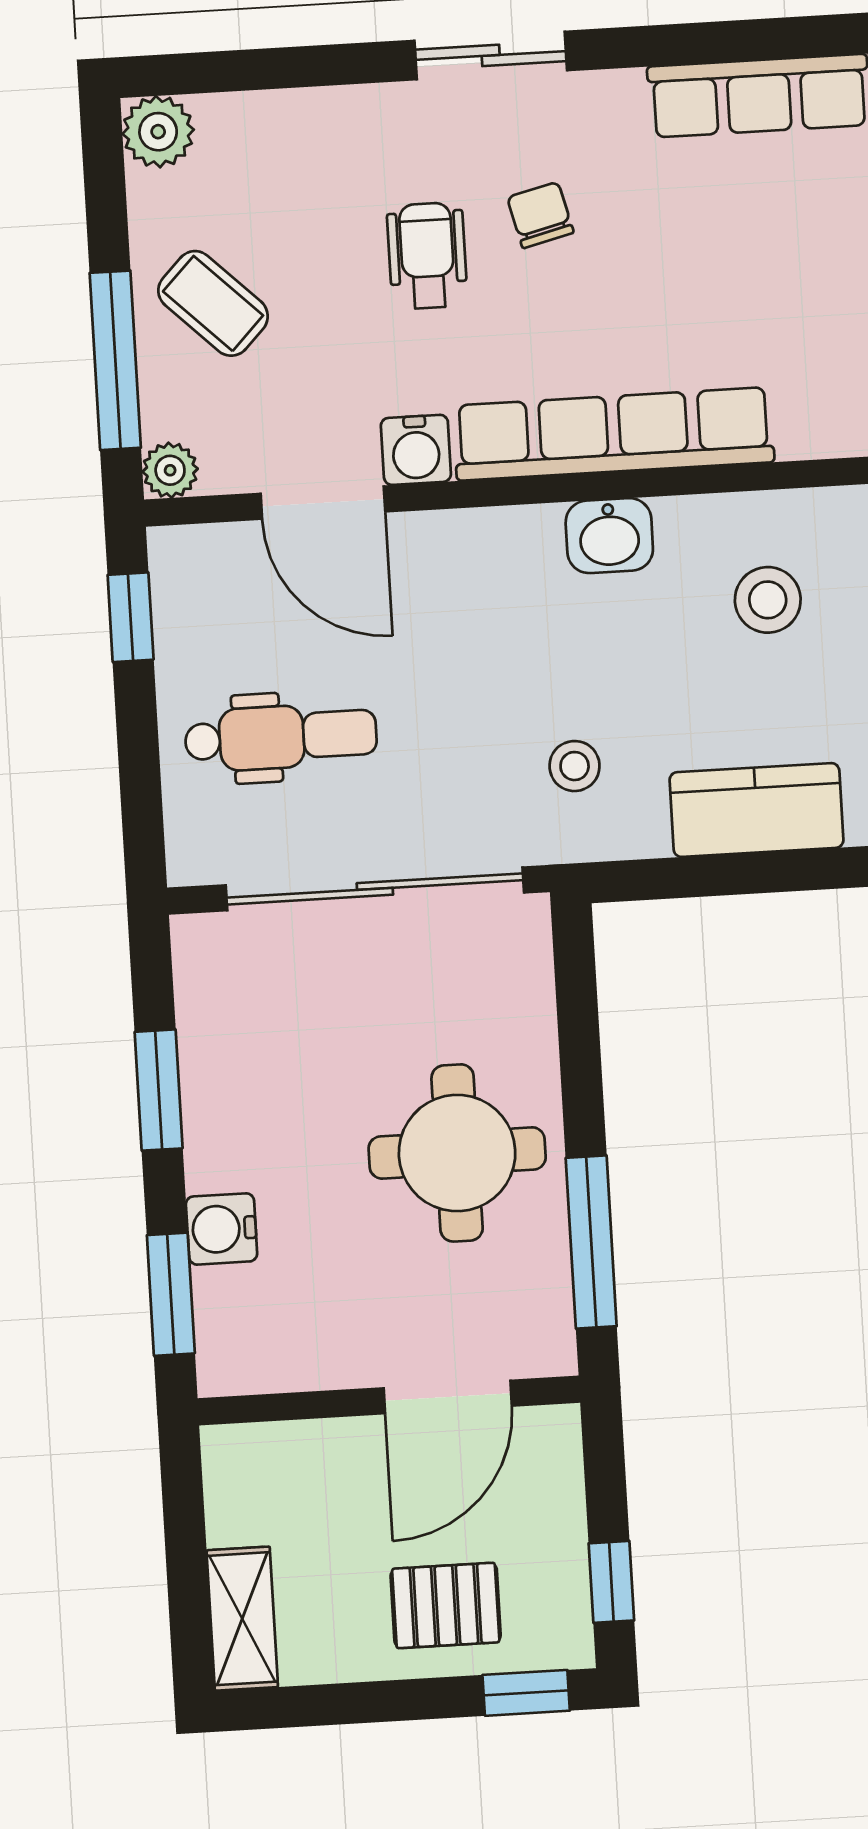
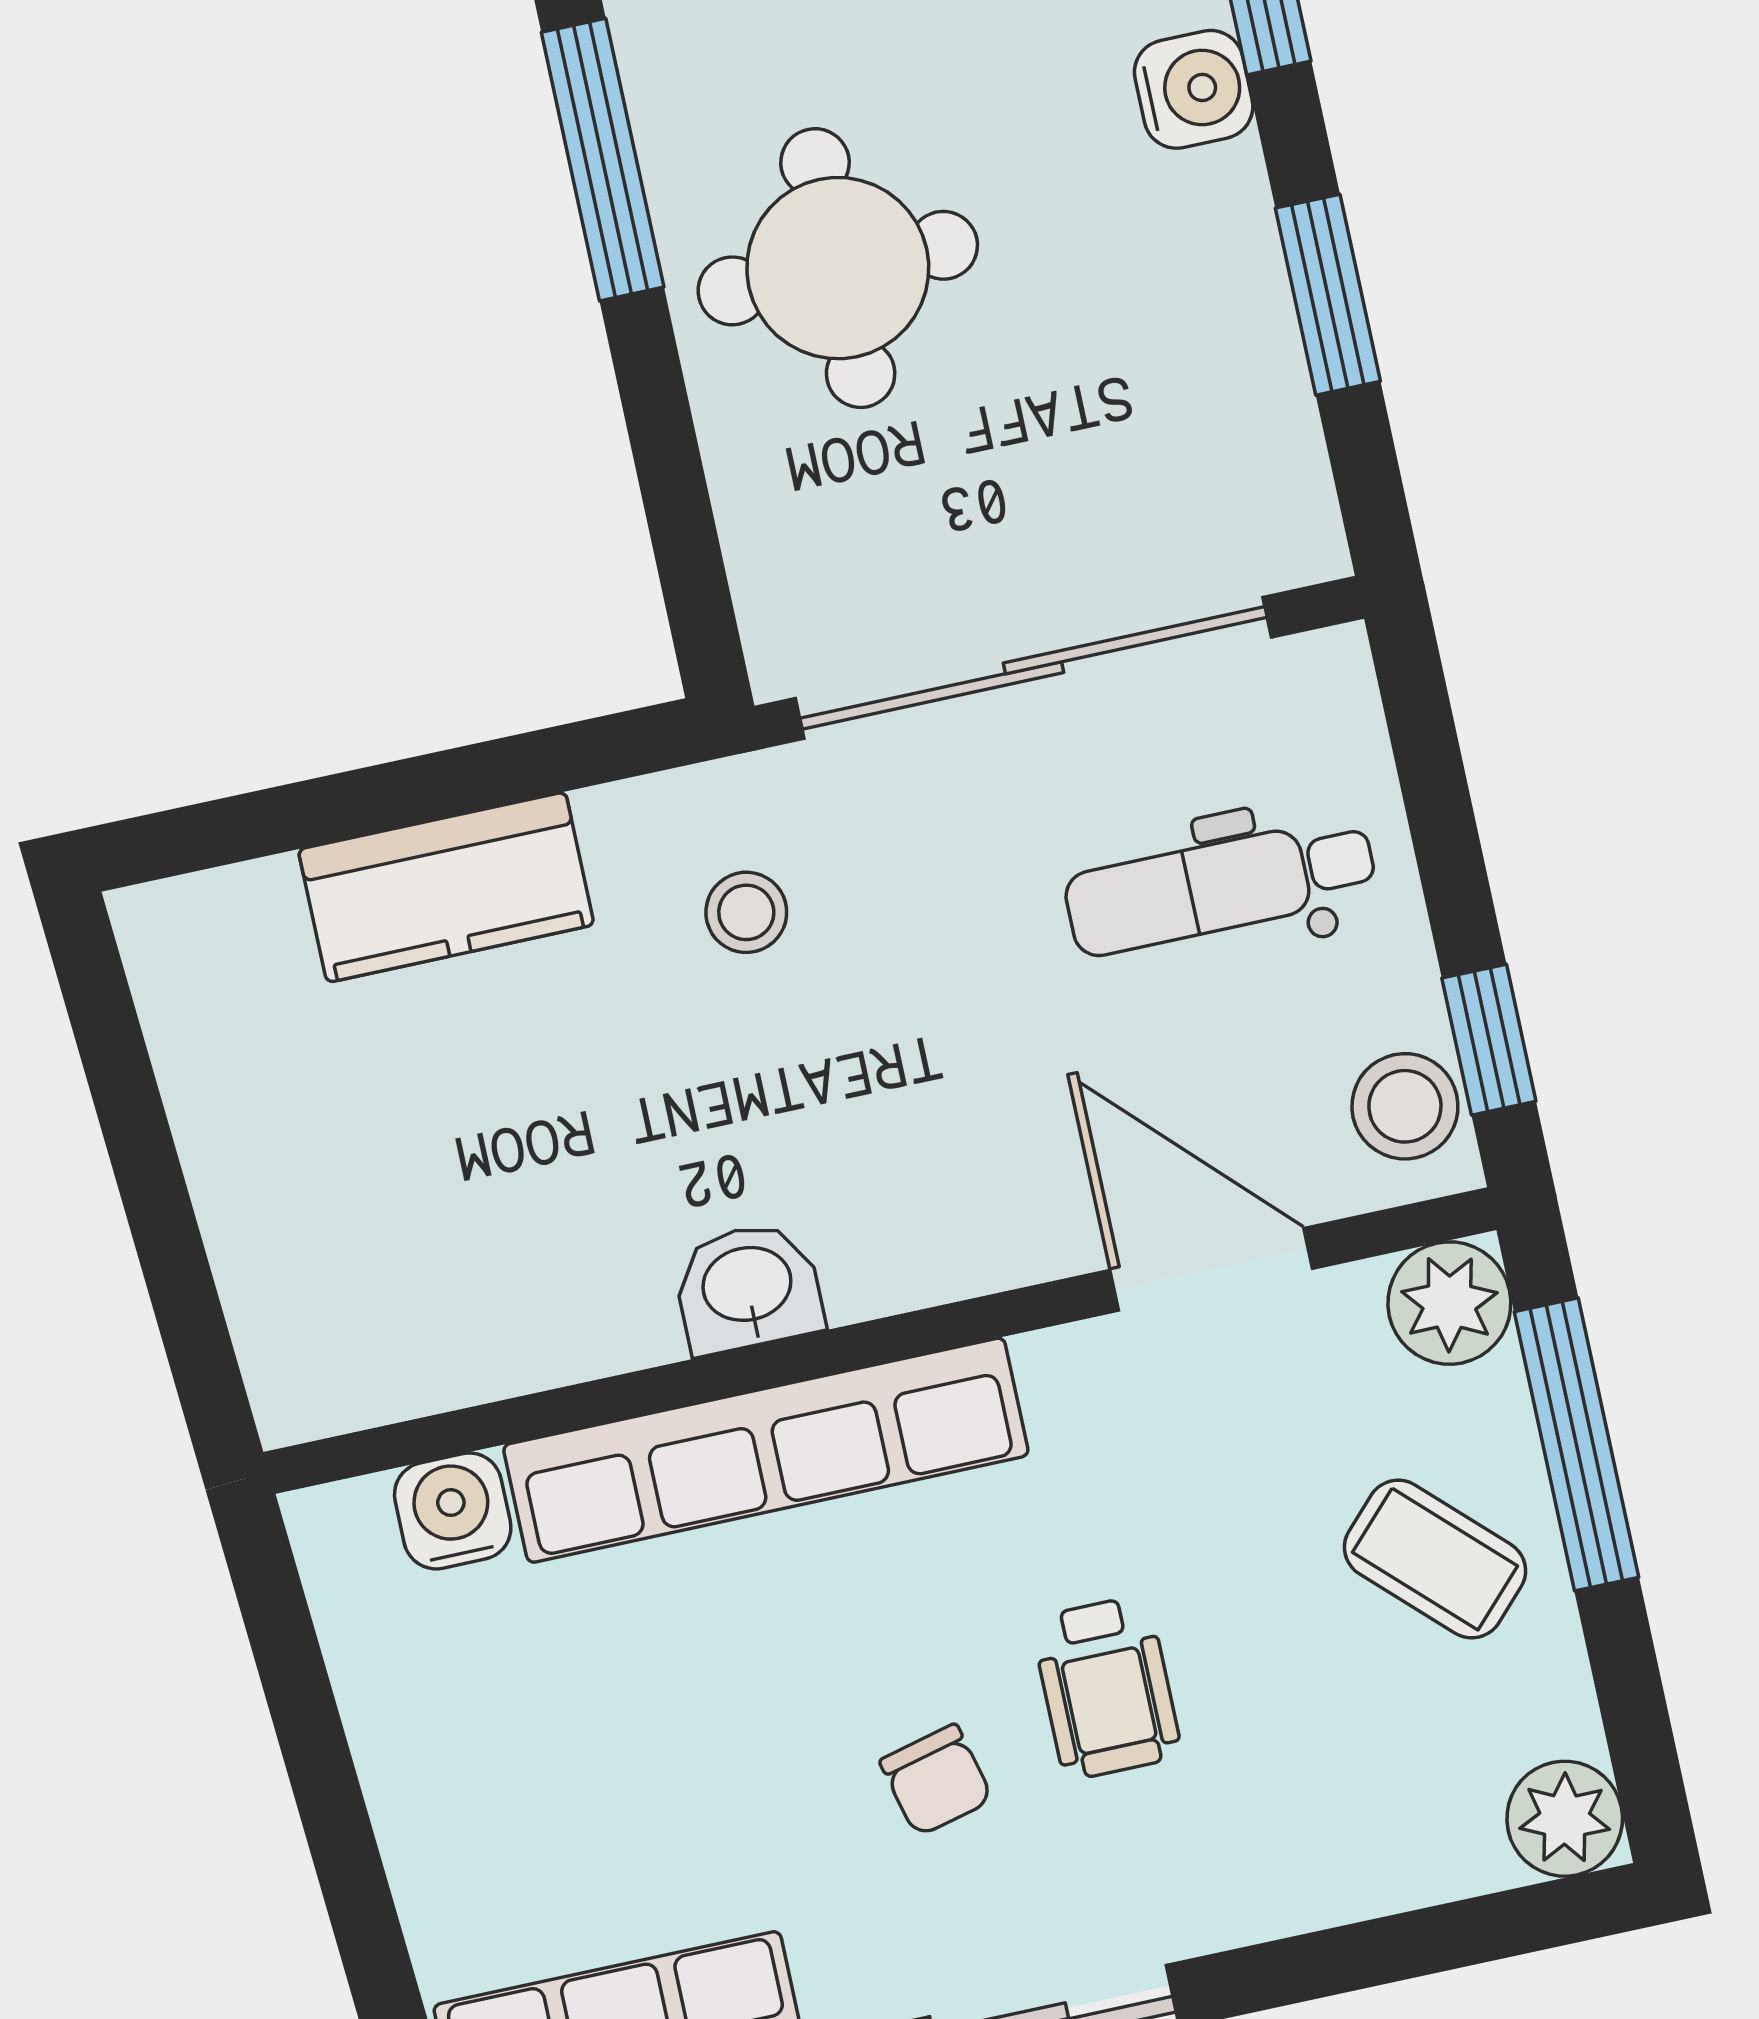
water cooler: (416, 450) -> (453, 1511), moved
plant: (170, 470) -> (1449, 1303), width x1.38, depth x1.38
stool: (768, 600) -> (1405, 1106), moved

